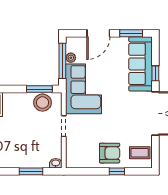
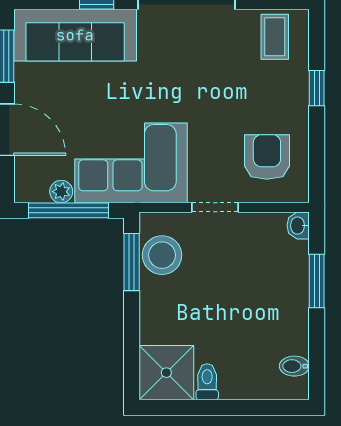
armchair: (110, 153) -> (267, 157), moved

